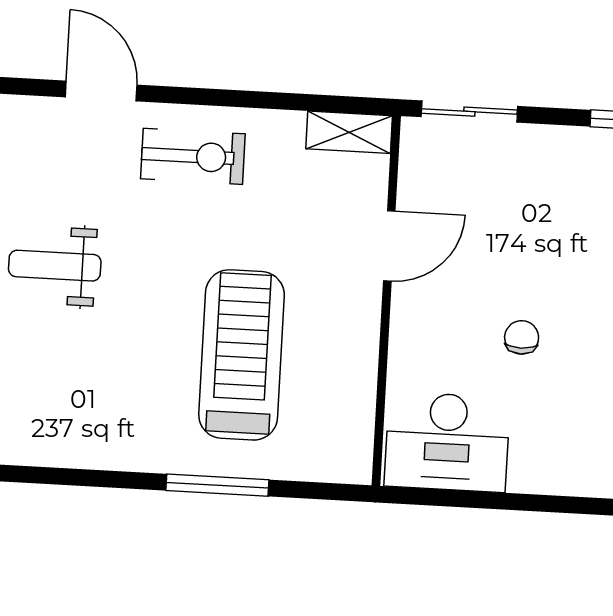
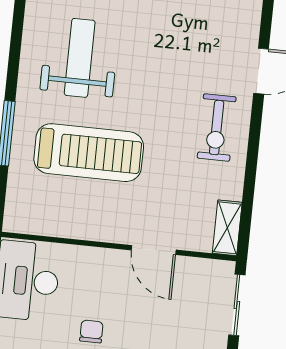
weight bench: (55, 266) -> (80, 58), moved, width x1.36, depth x1.33
chair: (522, 337) -> (91, 331), turned -90

